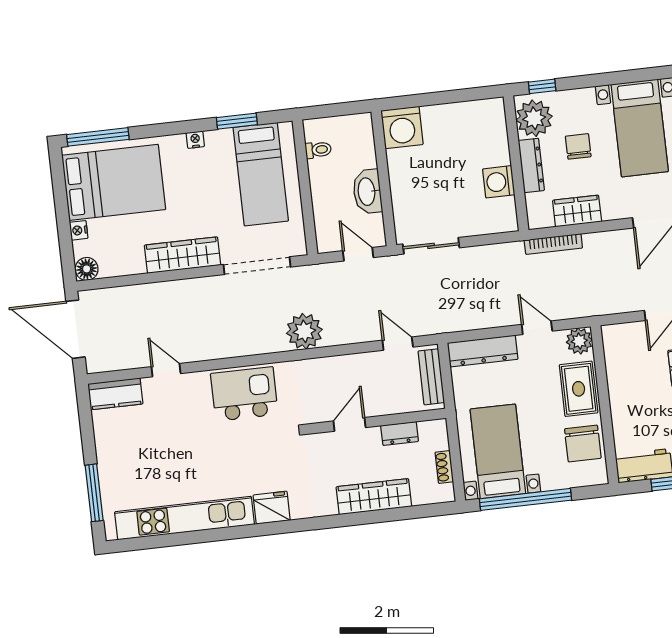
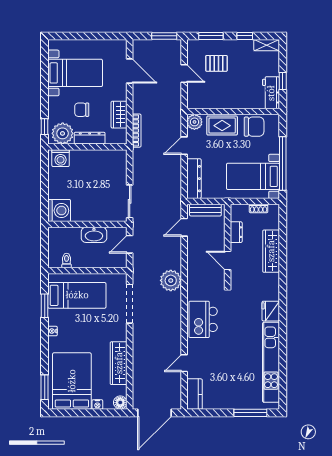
window: (98, 137) -> (45, 387), width x0.69
washing machine: (499, 182) -> (61, 158), moved
wardrobe: (183, 255) -> (119, 363), moved

